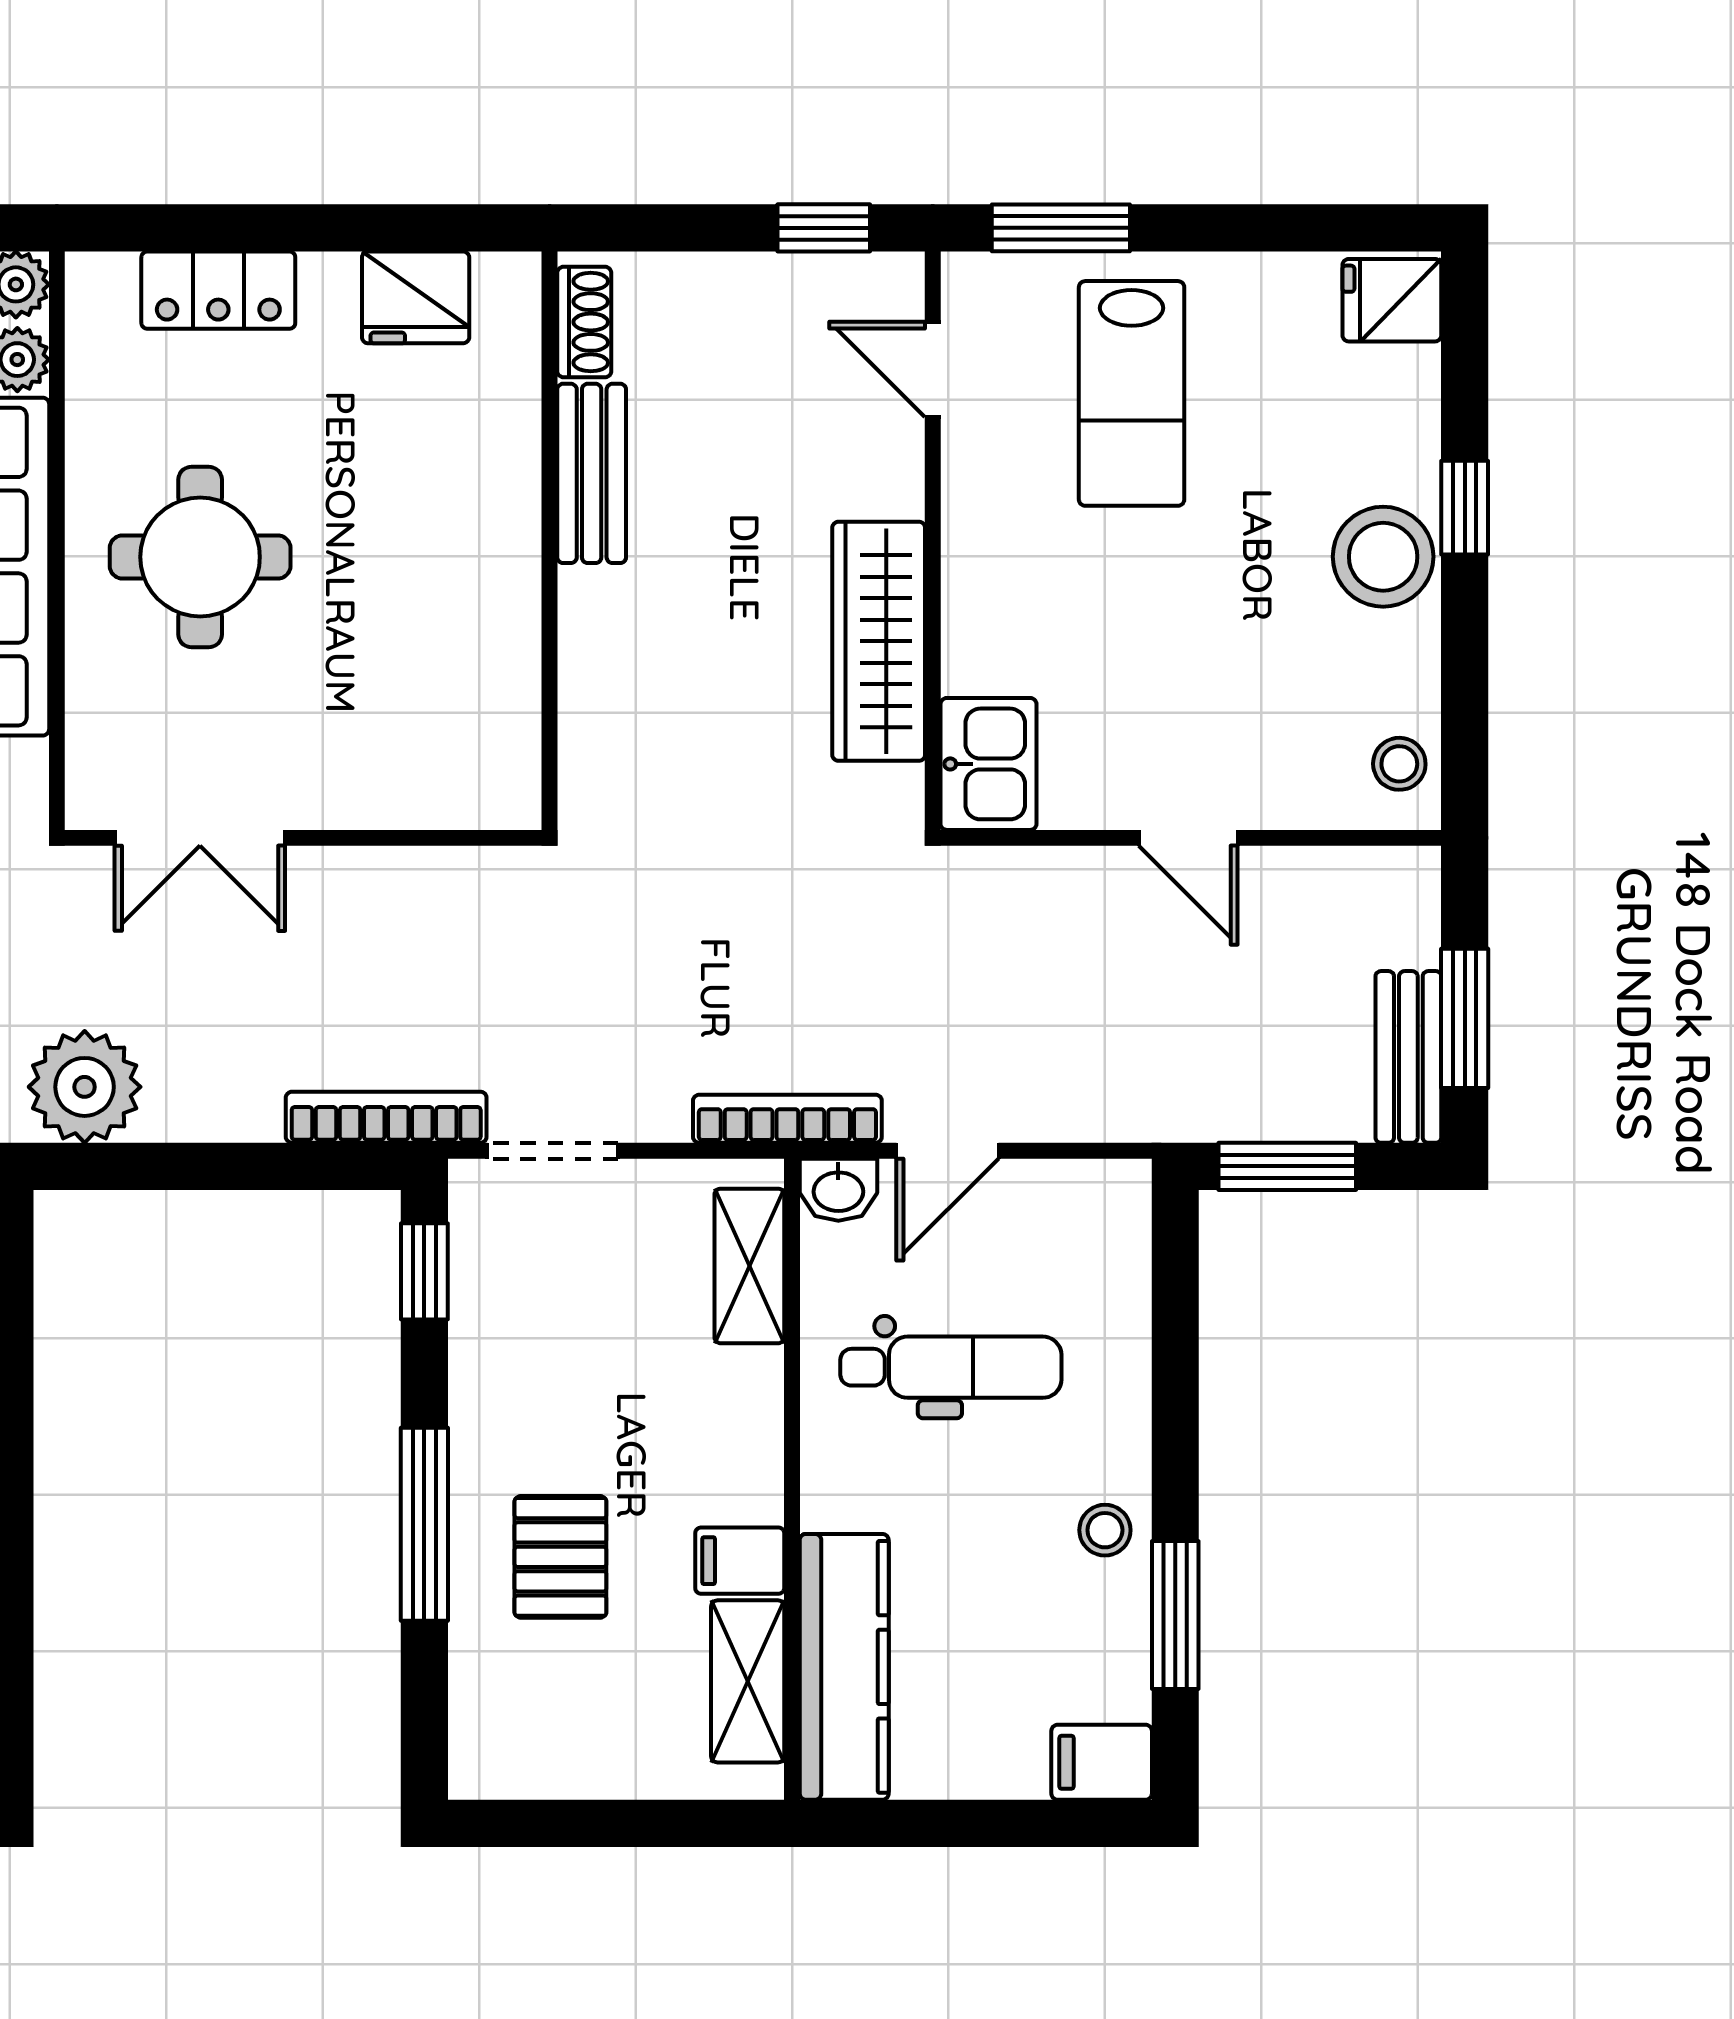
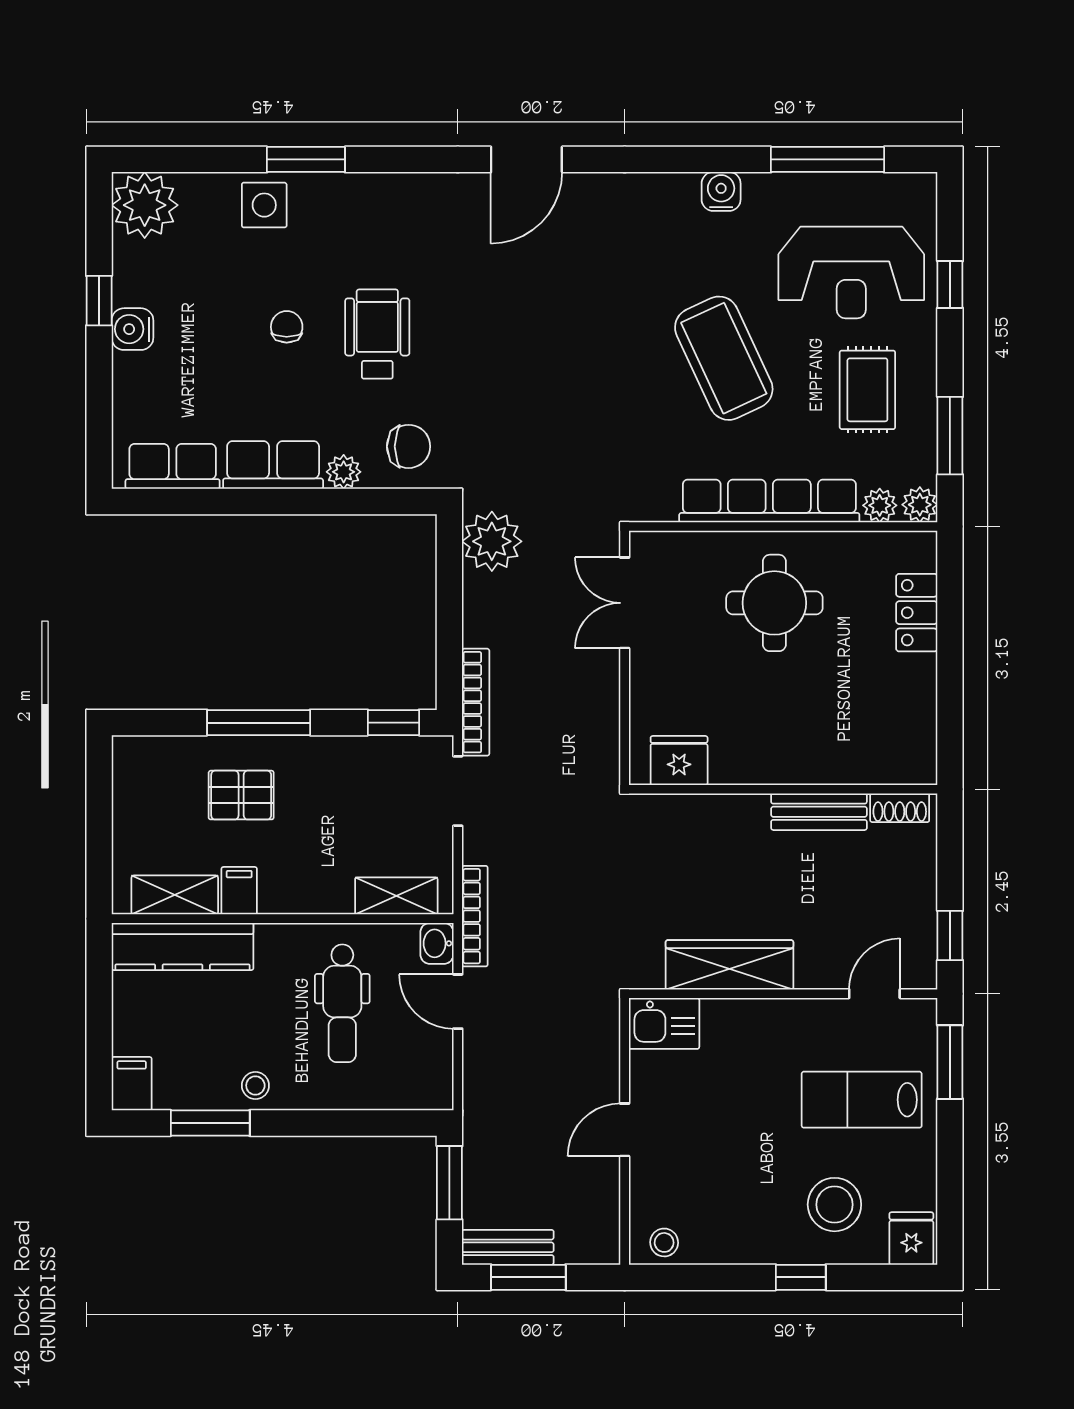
fridge: (416, 297) -> (679, 761), moved, turned 90
stool: (1383, 557) -> (834, 1205), moved

